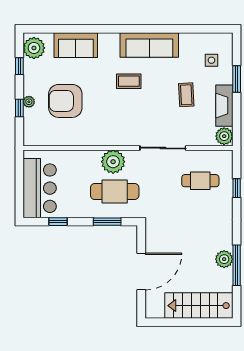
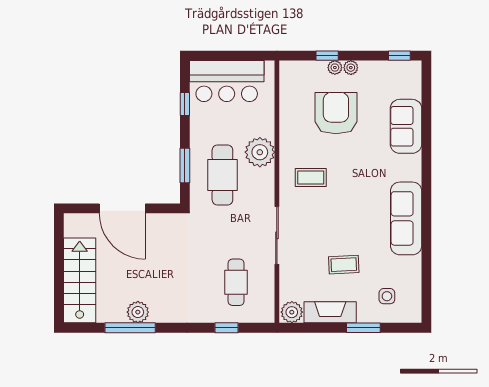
plant: (34, 48) -> (351, 68), moved, width x0.53, depth x0.53
window: (19, 66) -> (399, 56), moved
coffee table: (129, 81) -> (311, 177), moved, turned 90
plant: (113, 162) -> (260, 152), moved

